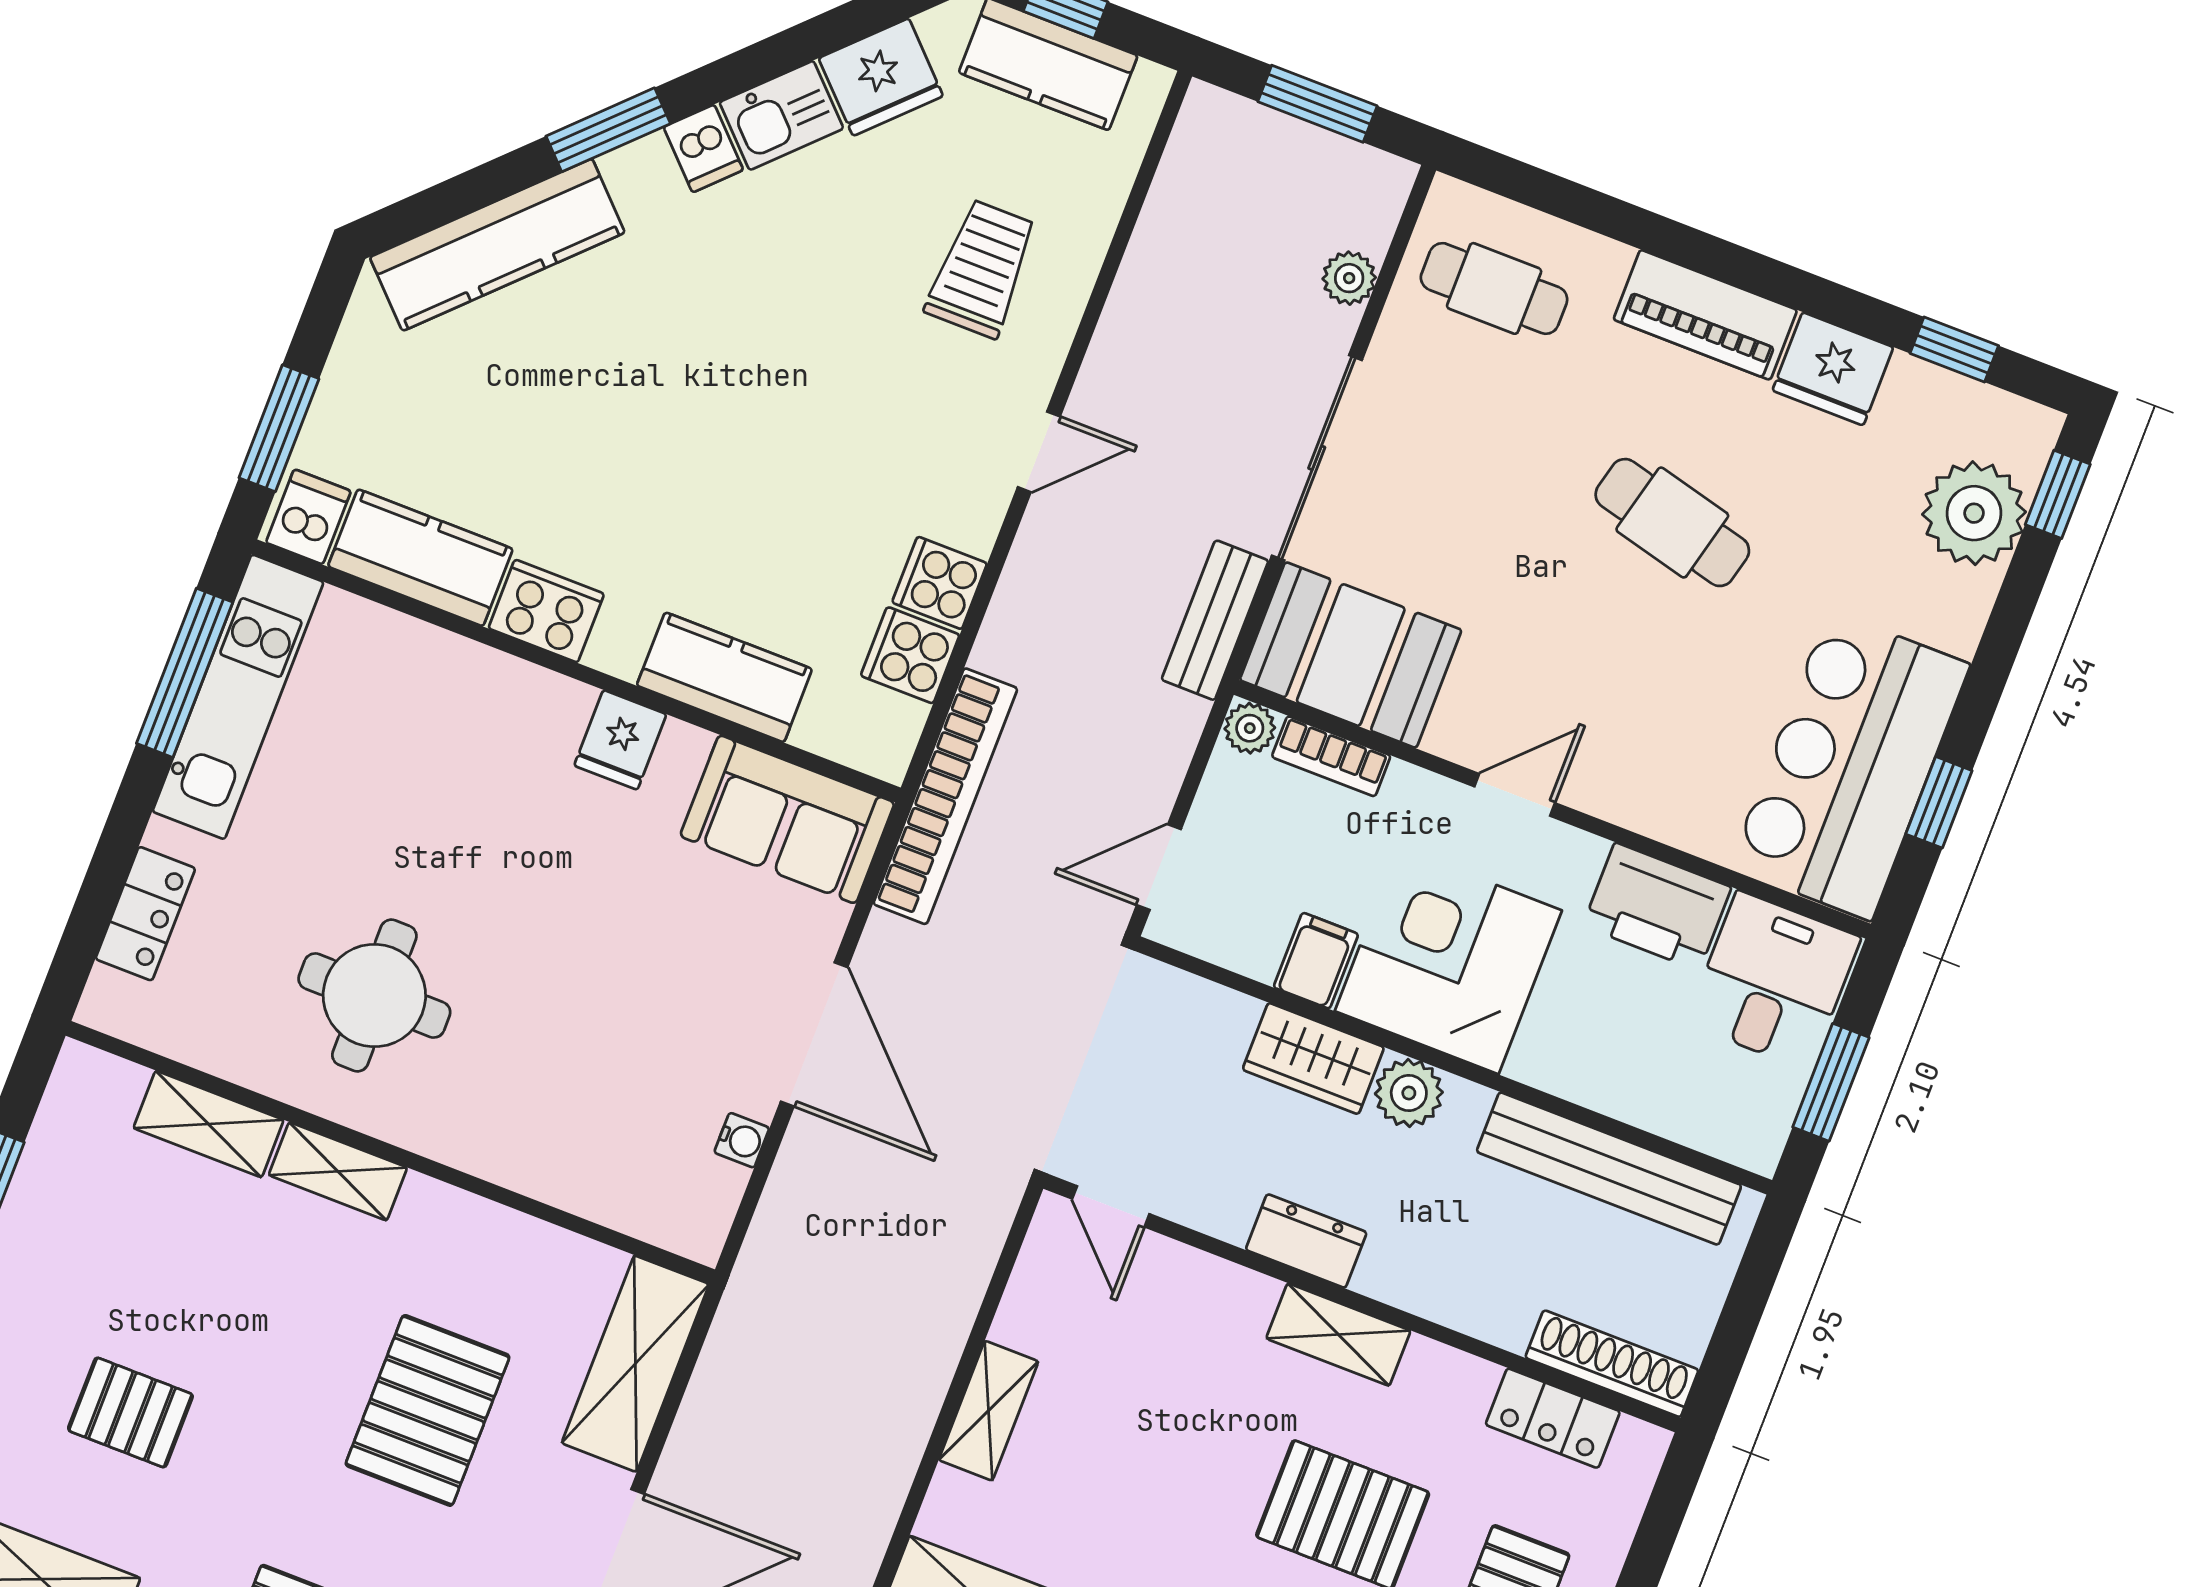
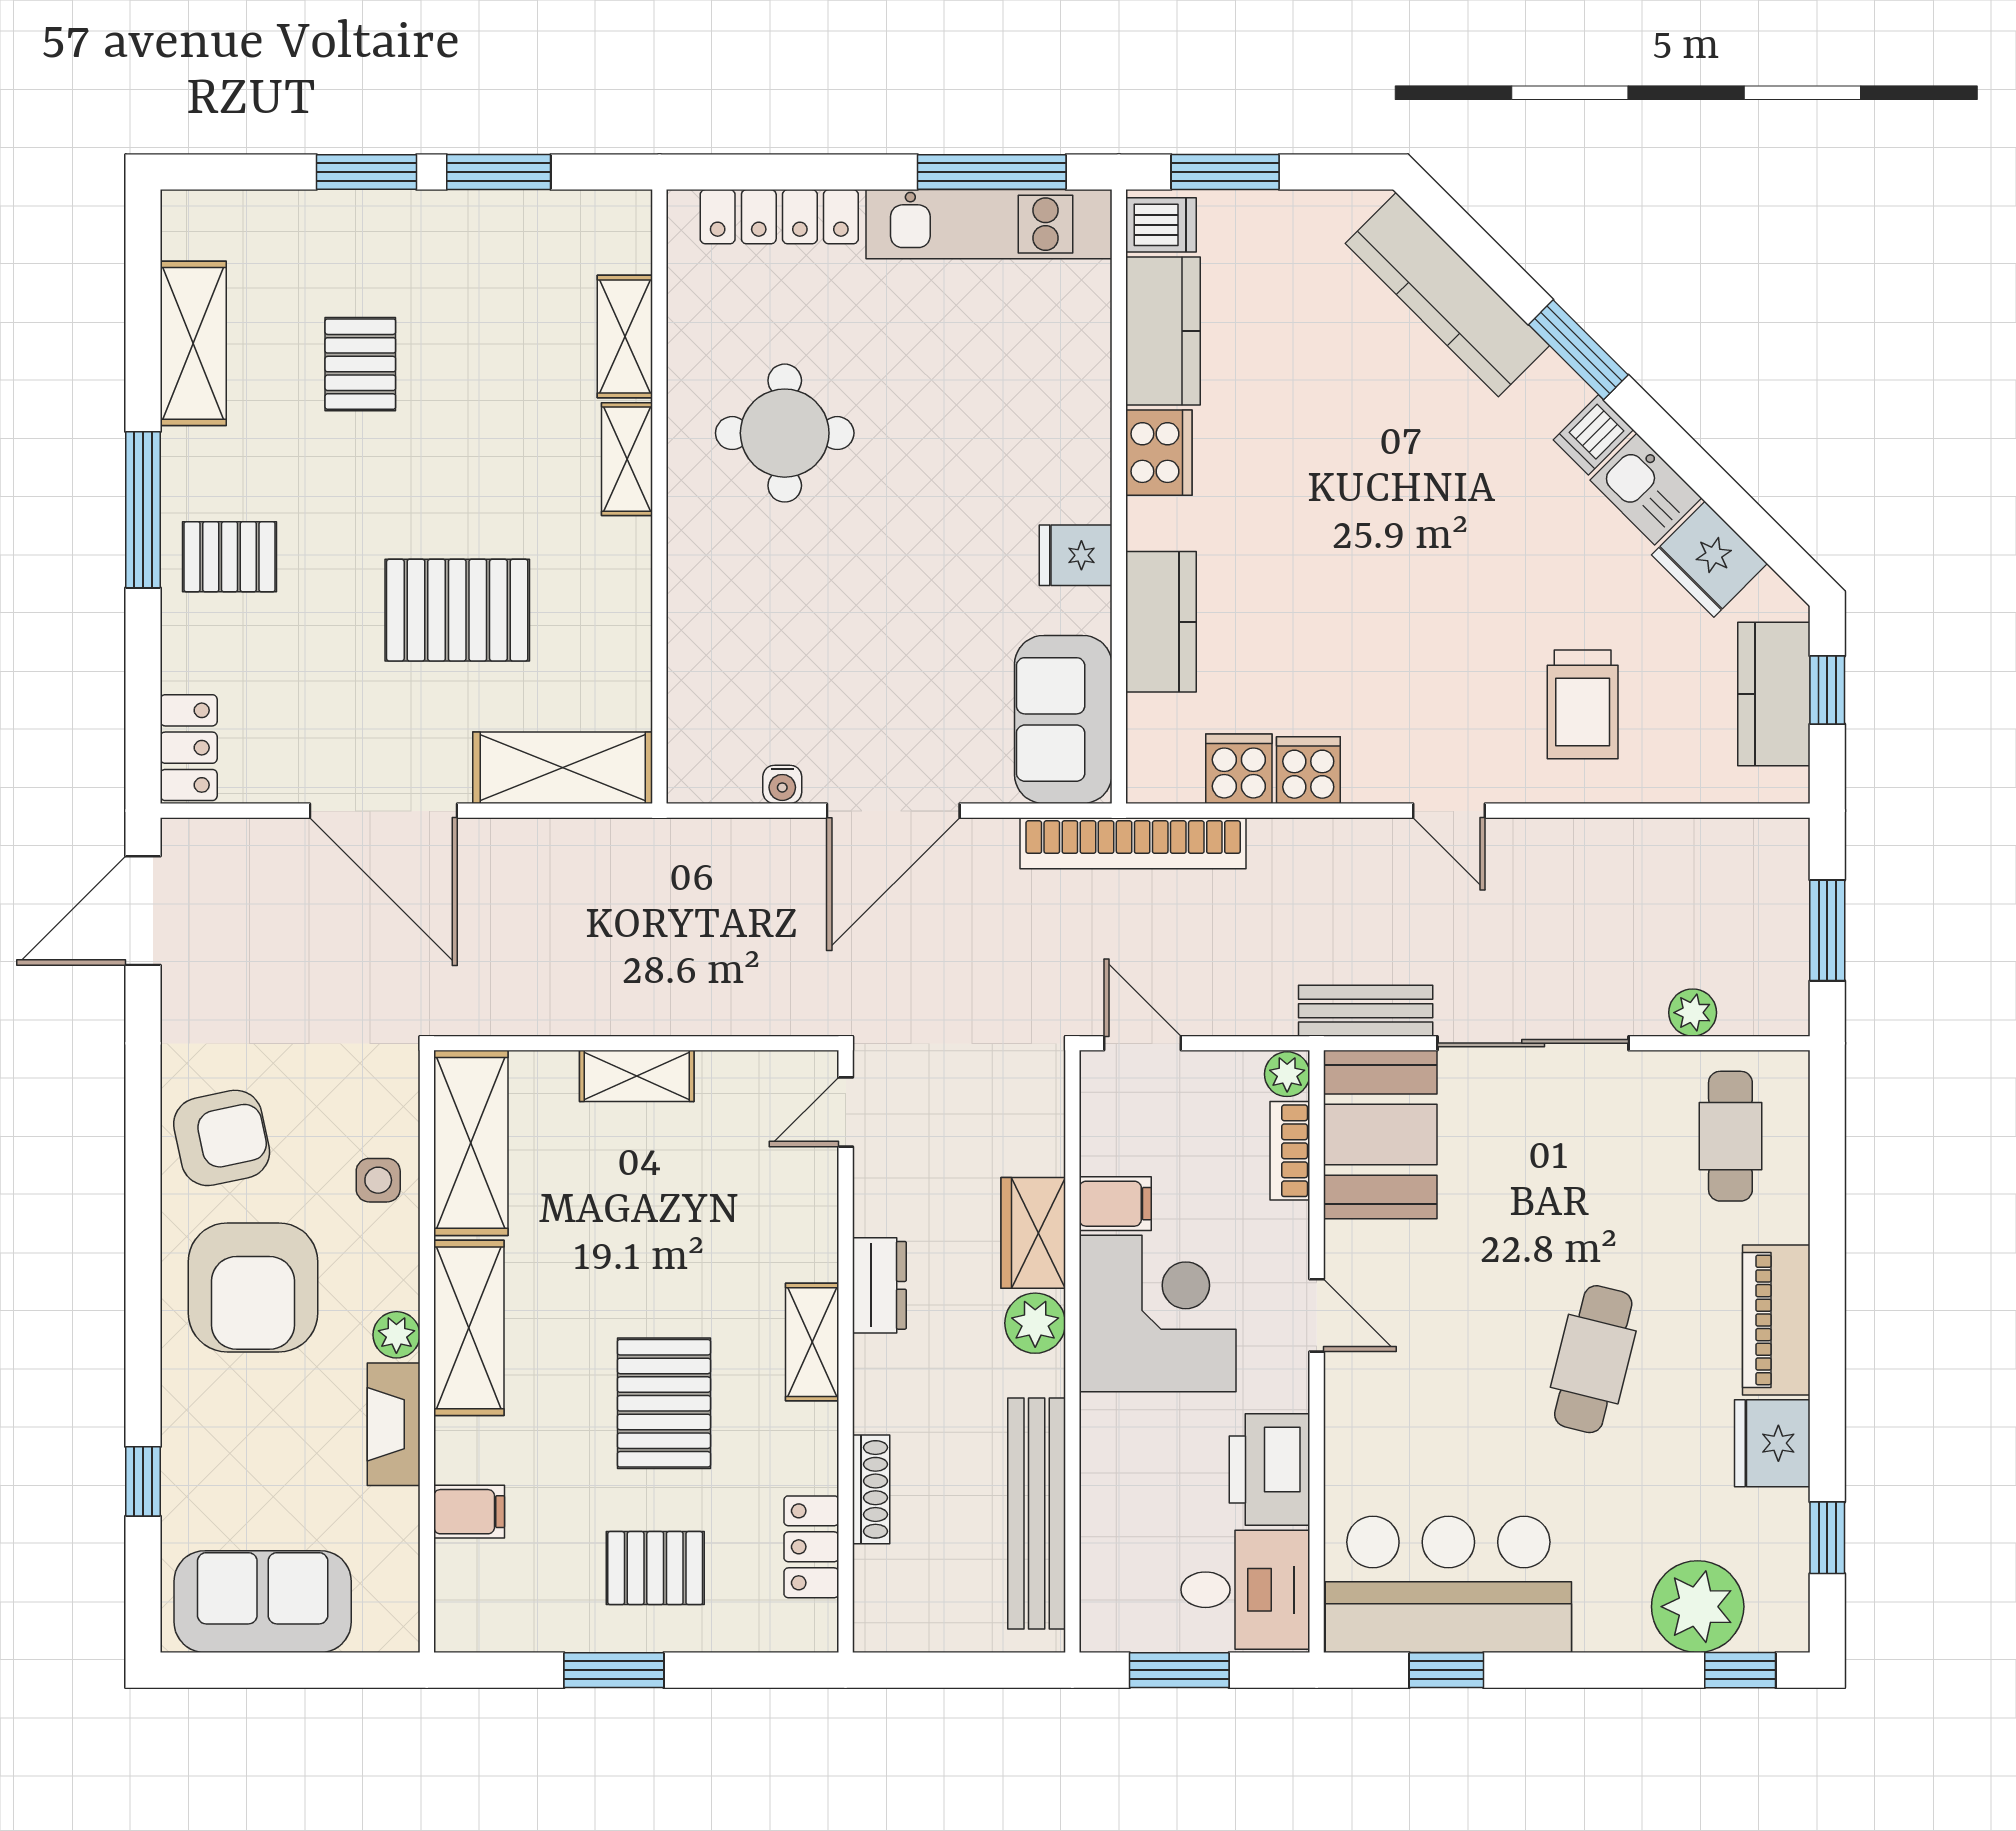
trolley: (982, 269) -> (1583, 704), turned 90
locker: (145, 914) -> (779, 217), width x1.53
shoe rack: (1612, 1364) -> (871, 1489), moved, width x0.74, depth x0.81

